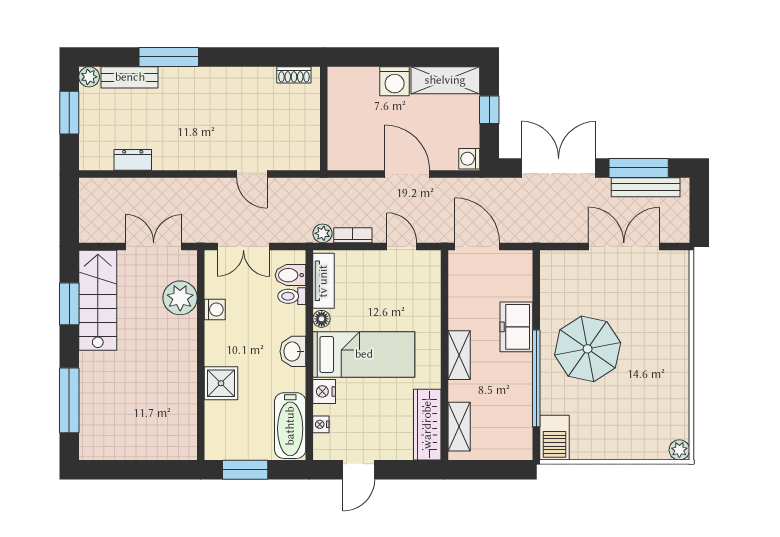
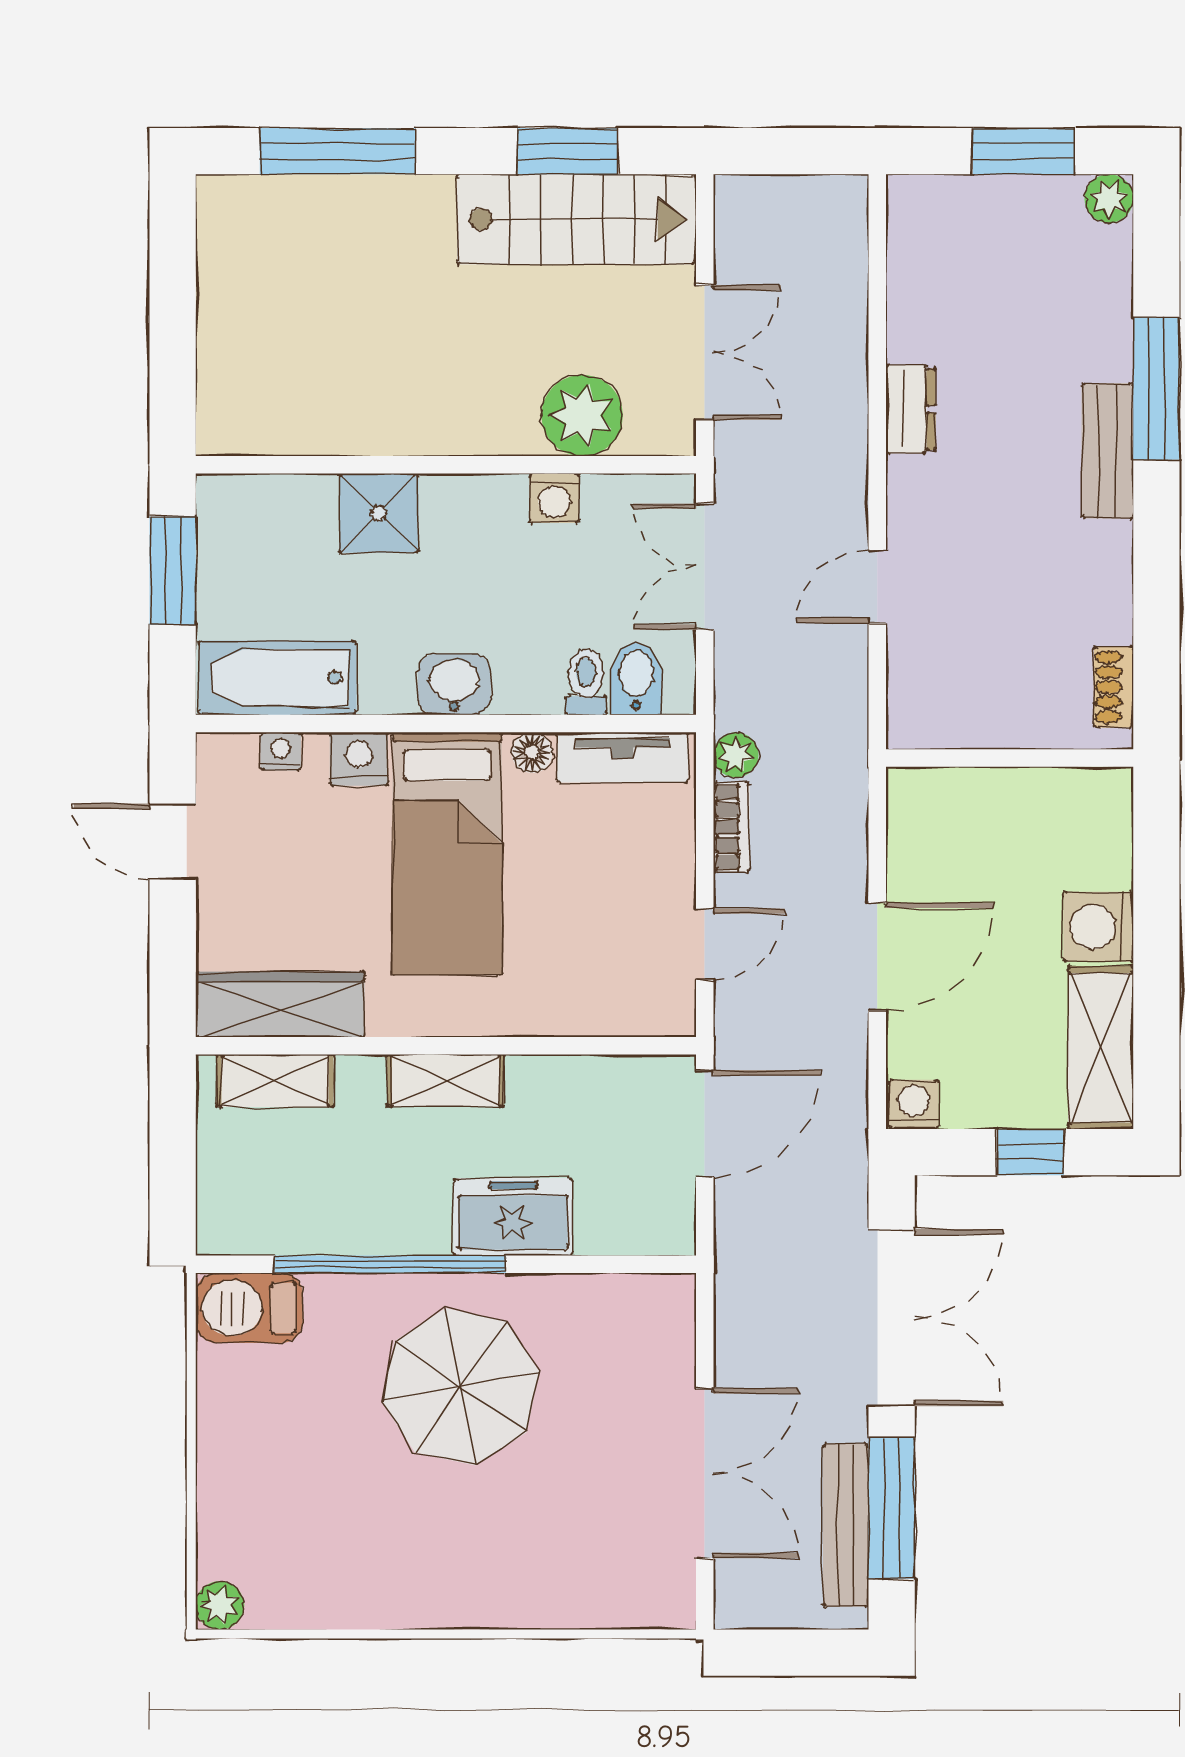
bench: (130, 77) -> (1107, 451), moved
dresser: (133, 160) -> (911, 409), moved

